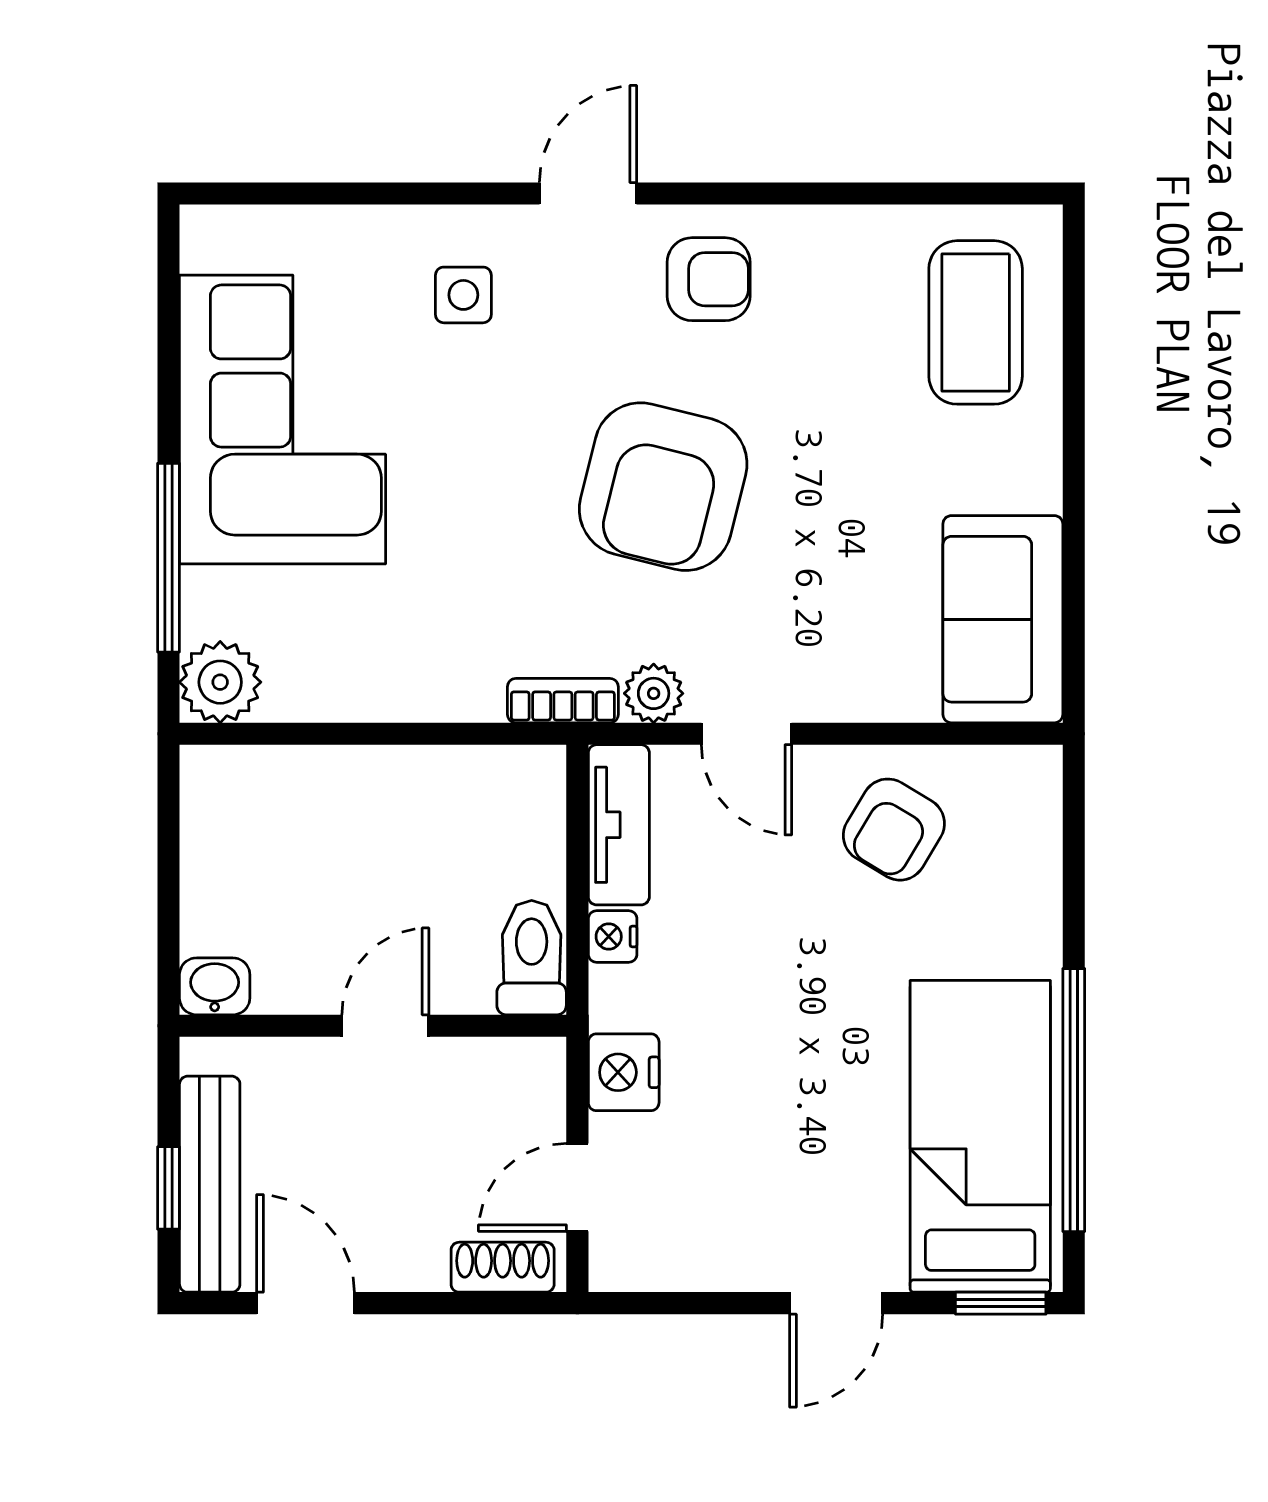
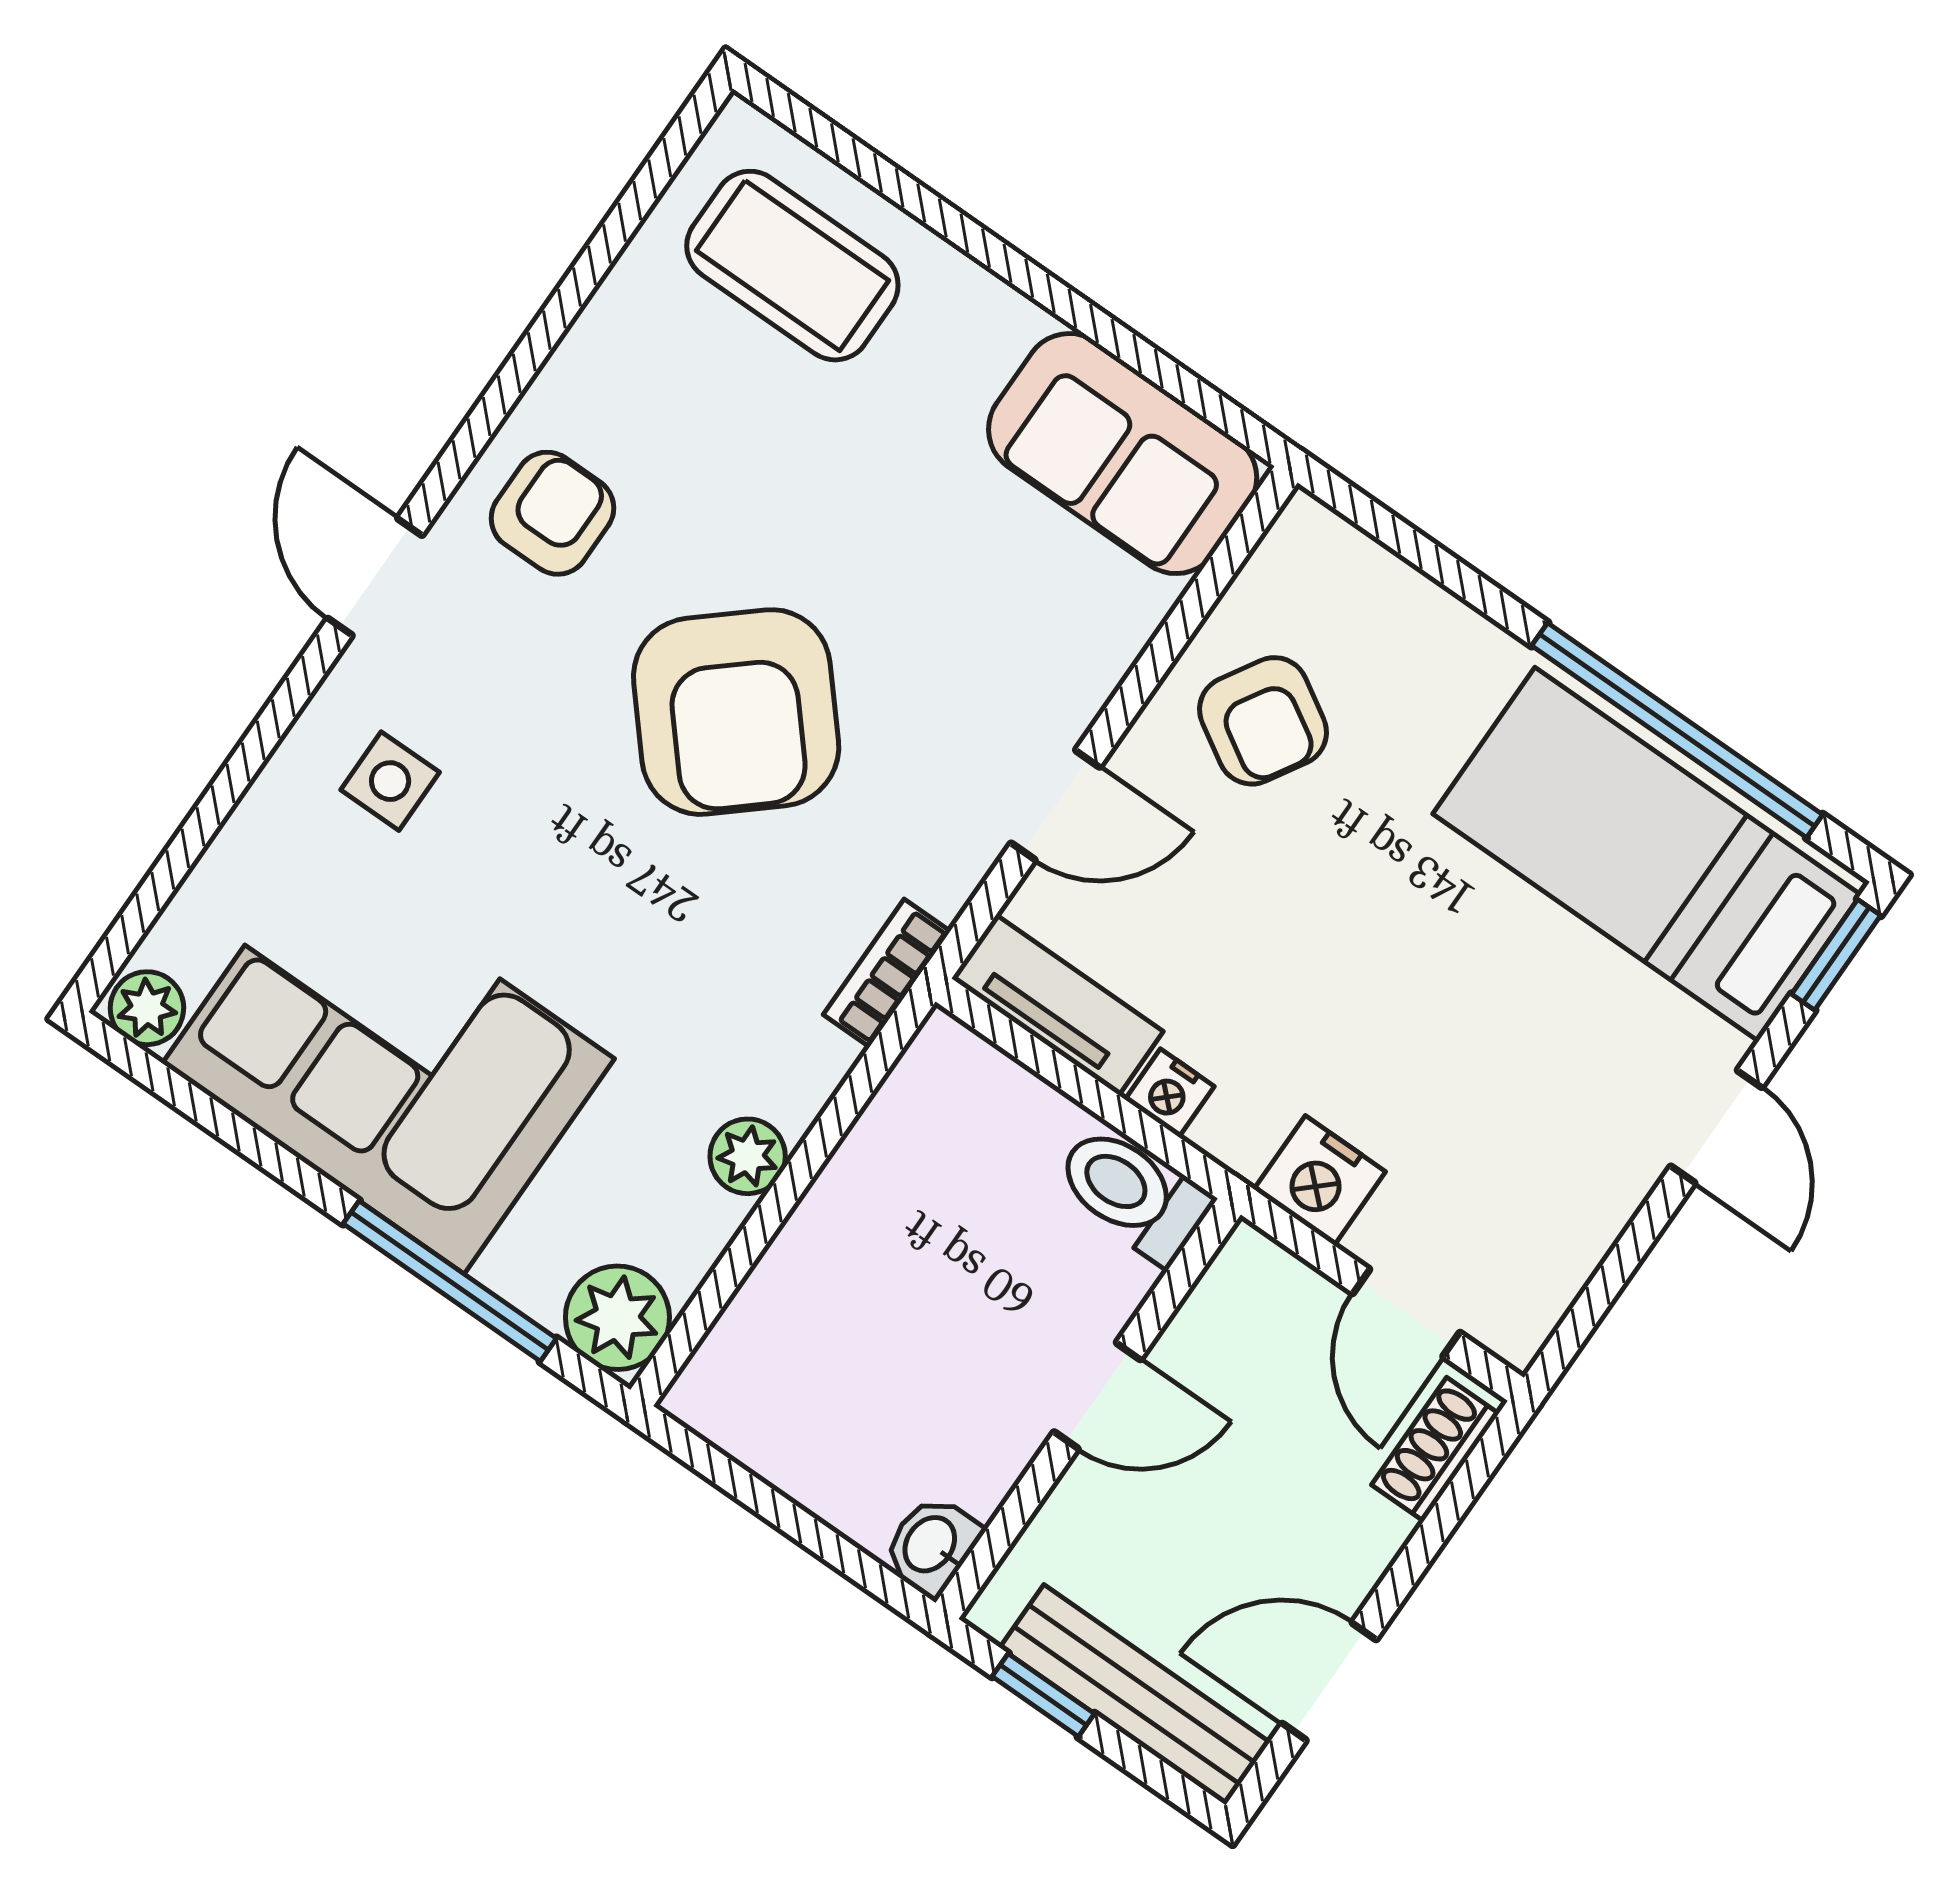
plant: (208, 240) -> (147, 1008), added
armchair: (663, 487) -> (736, 712), turned 35
plant: (654, 693) -> (748, 1156), moved
door: (385, 1026) -> (1097, 1396), swing flipped
window: (168, 1188) -> (1043, 1695), moved

